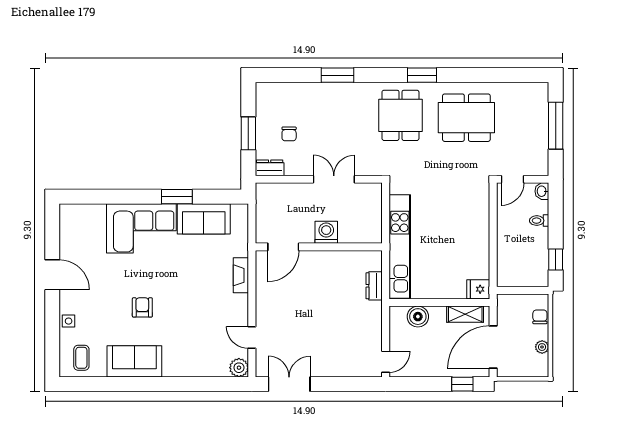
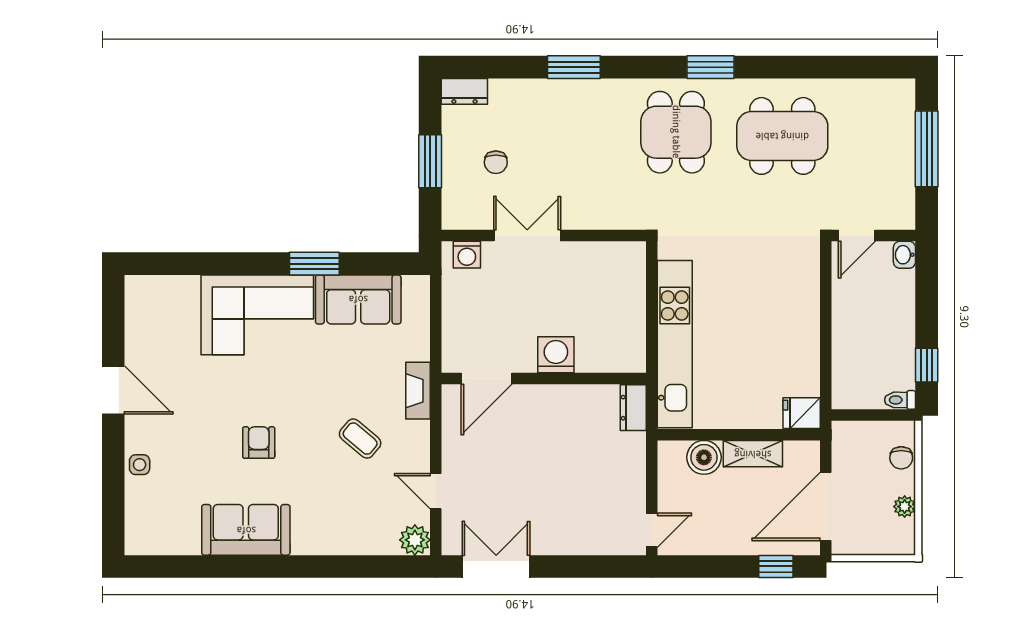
dresser: (270, 168) -> (464, 91), moved, turned 180
double door: (334, 179) -> (527, 235), moved
washing machine: (271, 191) -> (467, 255), added
toilet: (539, 221) -> (900, 400), moved
washing machine: (326, 232) -> (556, 355), moved
door: (283, 247) -> (486, 379), moved
wall: (319, 247) -> (544, 379), moved
shelving: (465, 314) -> (753, 454), moved
chair: (540, 317) -> (901, 458), turned 180
coffee table: (81, 358) -> (360, 439), moved, turned -50

